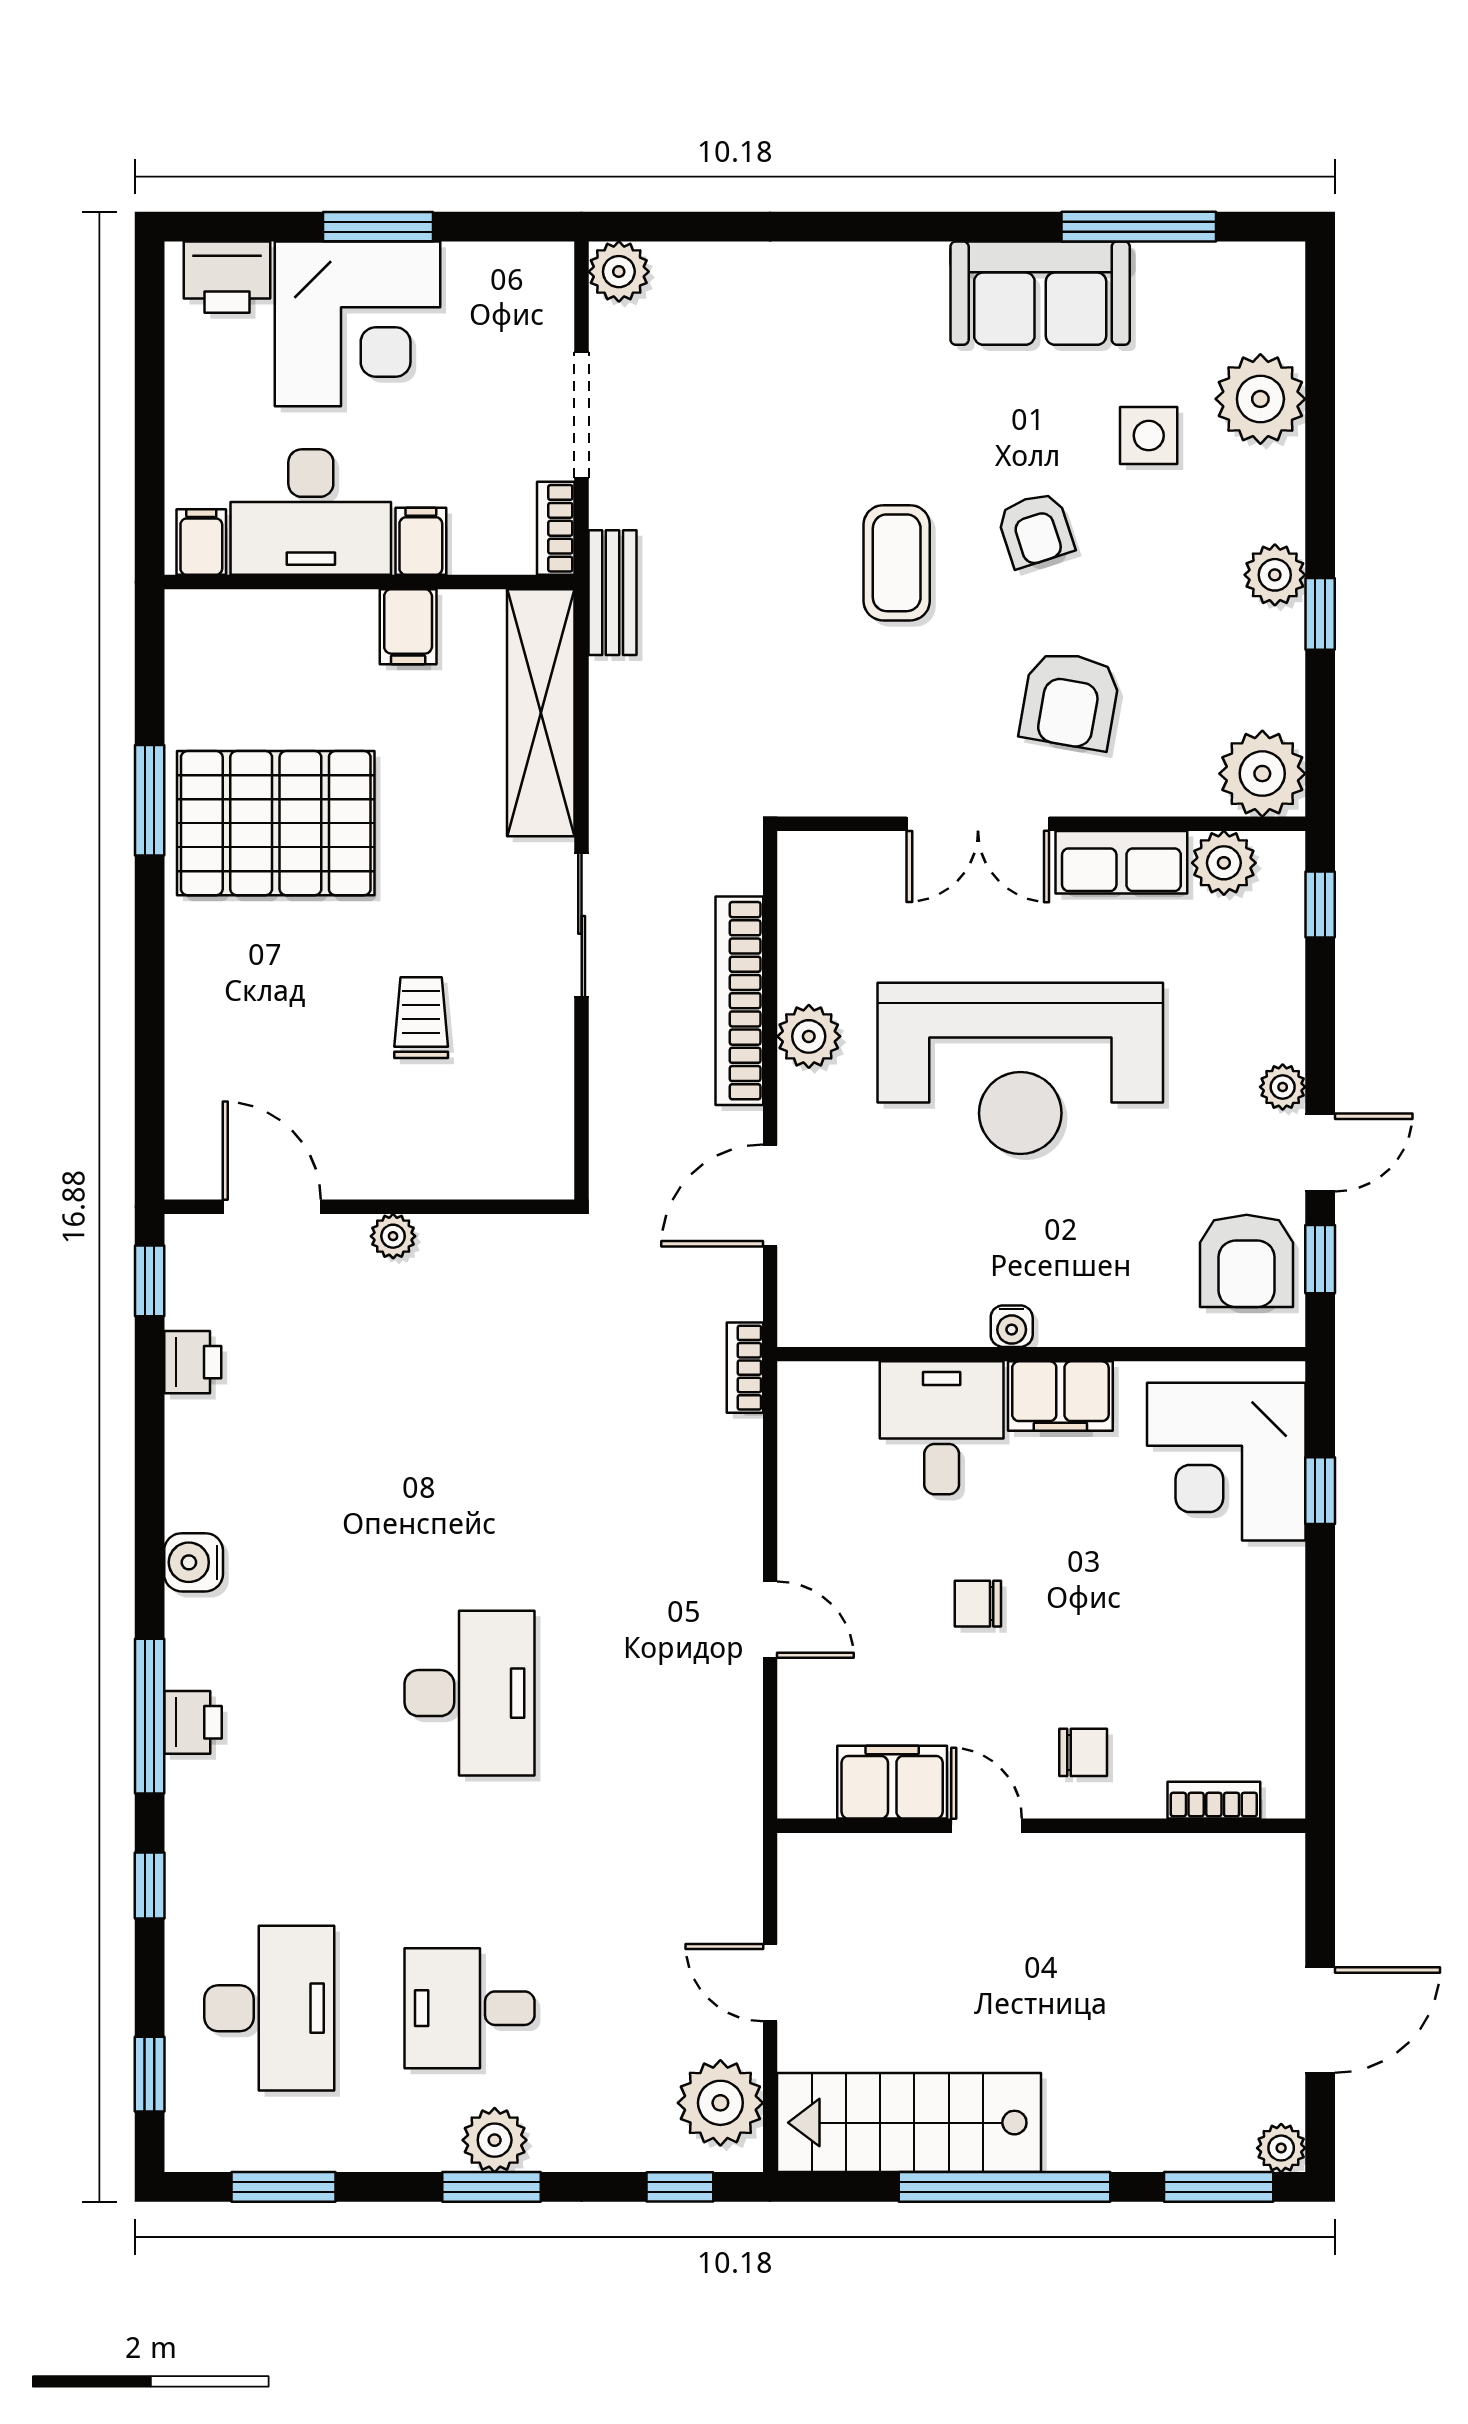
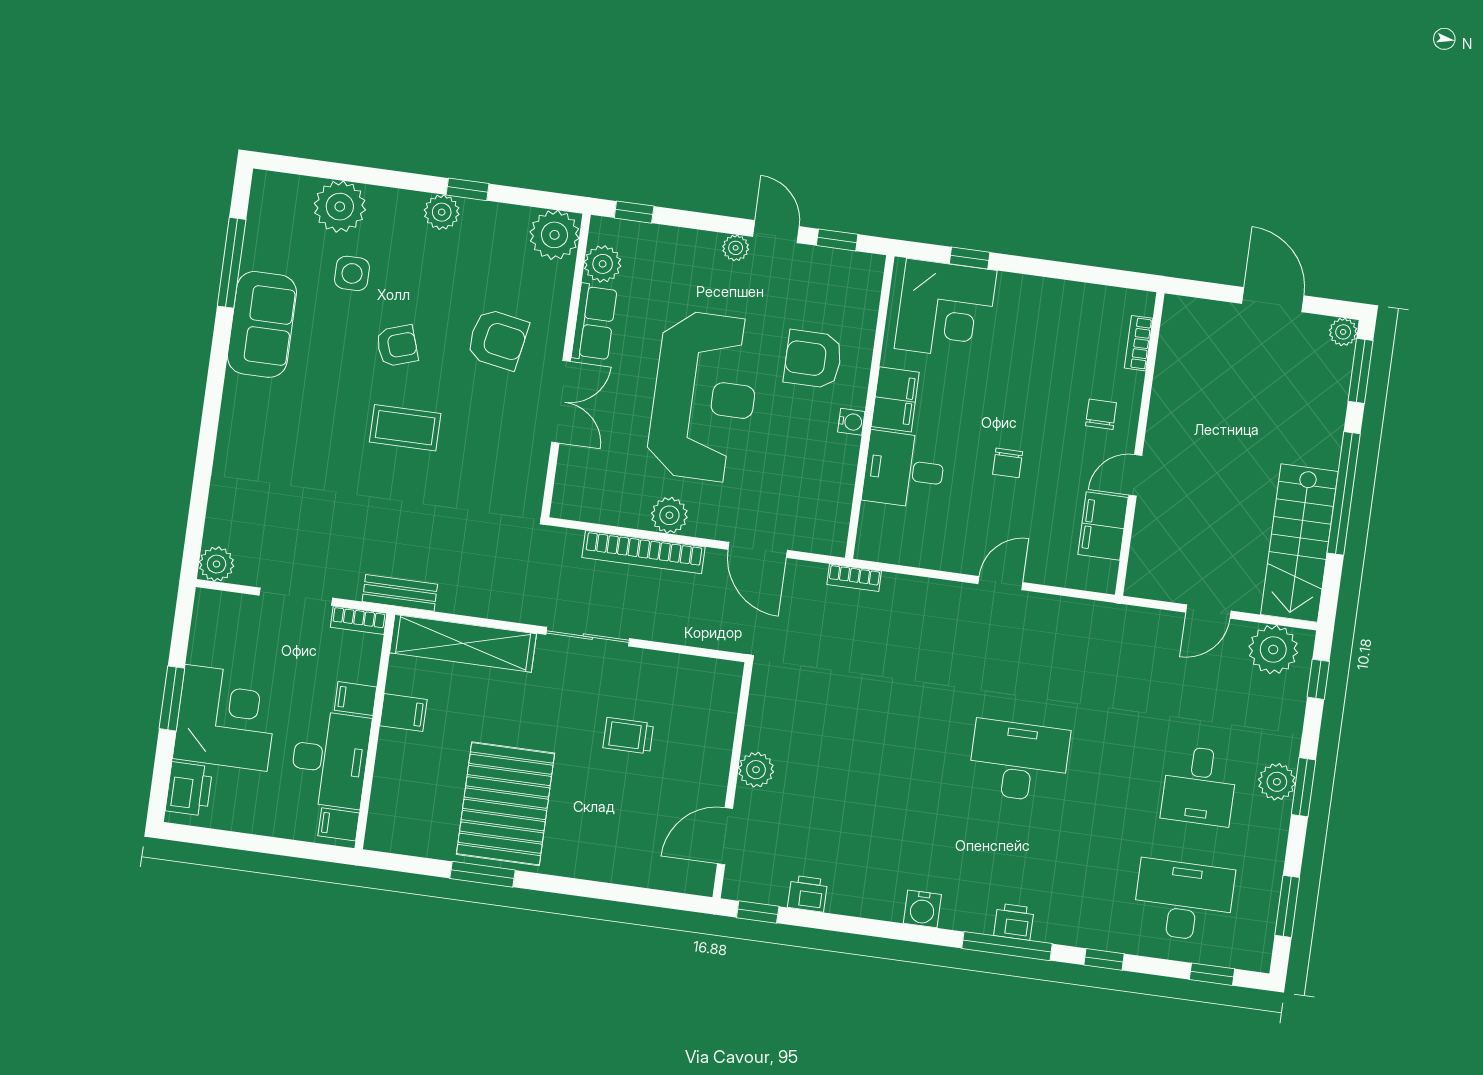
plant: (393, 1236) -> (756, 770), width x1.38, depth x1.38
armchair: (1247, 1261) -> (813, 359), moved, turned 180

